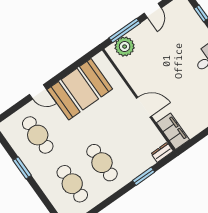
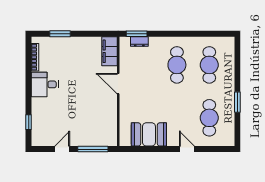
plant: (125, 47) -> (101, 137), removed
booth: (80, 89) -> (149, 134), width x0.73, depth x0.70
dresser: (162, 152) -> (139, 42), moved
window: (144, 176) -> (137, 34), moved

